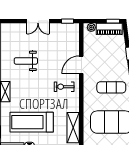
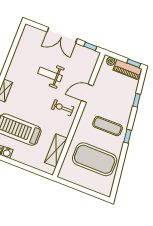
double door: (38, 21) -> (62, 35), width x1.37
weight bench: (26, 61) -> (50, 74), moved

